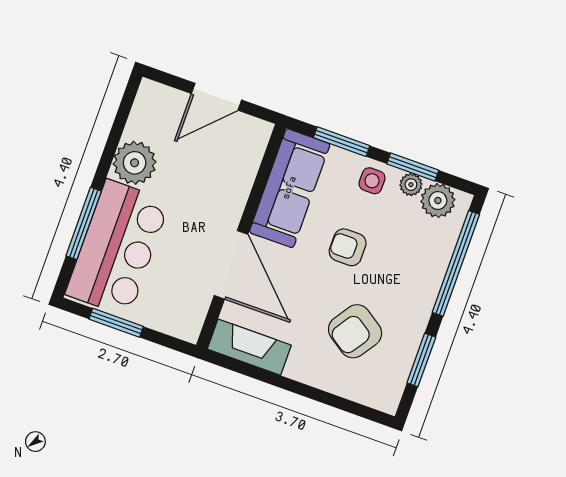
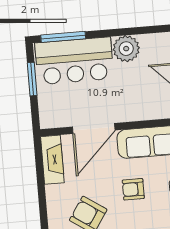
window: (84, 223) -> (63, 37), moved
armchair: (348, 247) -> (133, 189), turned -90

